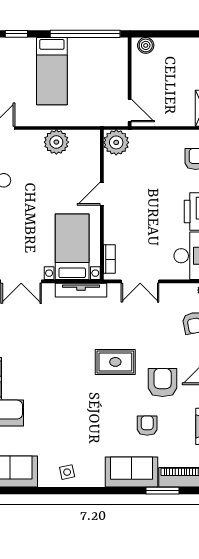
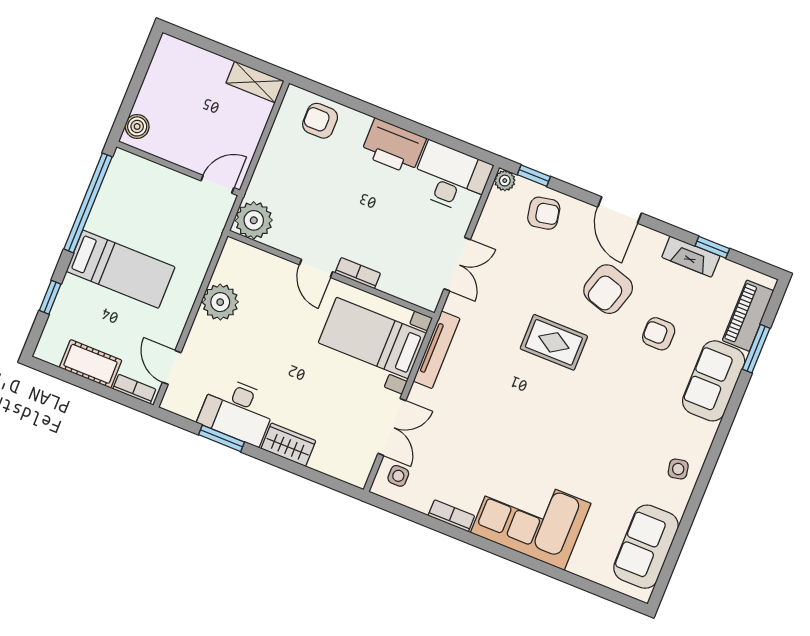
bookcase: (109, 259) -> (358, 273), moved
rug: (115, 362) -> (554, 342), turned 90
armchair: (163, 383) -> (608, 289), turned -73

